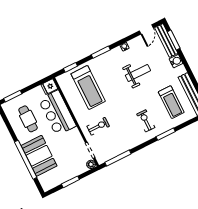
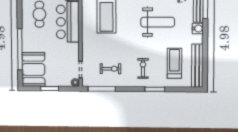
weight bench: (138, 73) -> (158, 22), width x1.36, depth x1.33
treadmill: (171, 102) -> (174, 63), turned 180
exercise bike: (98, 126) -> (110, 69), moved
booth: (39, 156) -> (33, 69), moved

